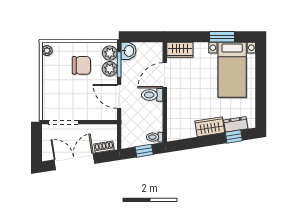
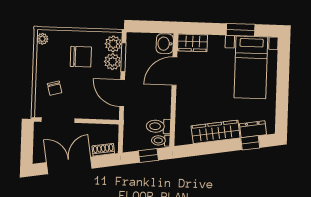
washbasin: (129, 51) -> (165, 44), moved, turned 180
chair: (59, 94) -> (55, 88), added
toilet: (152, 95) -> (158, 126), moved
wardrobe: (210, 127) -> (216, 132), width x1.50

